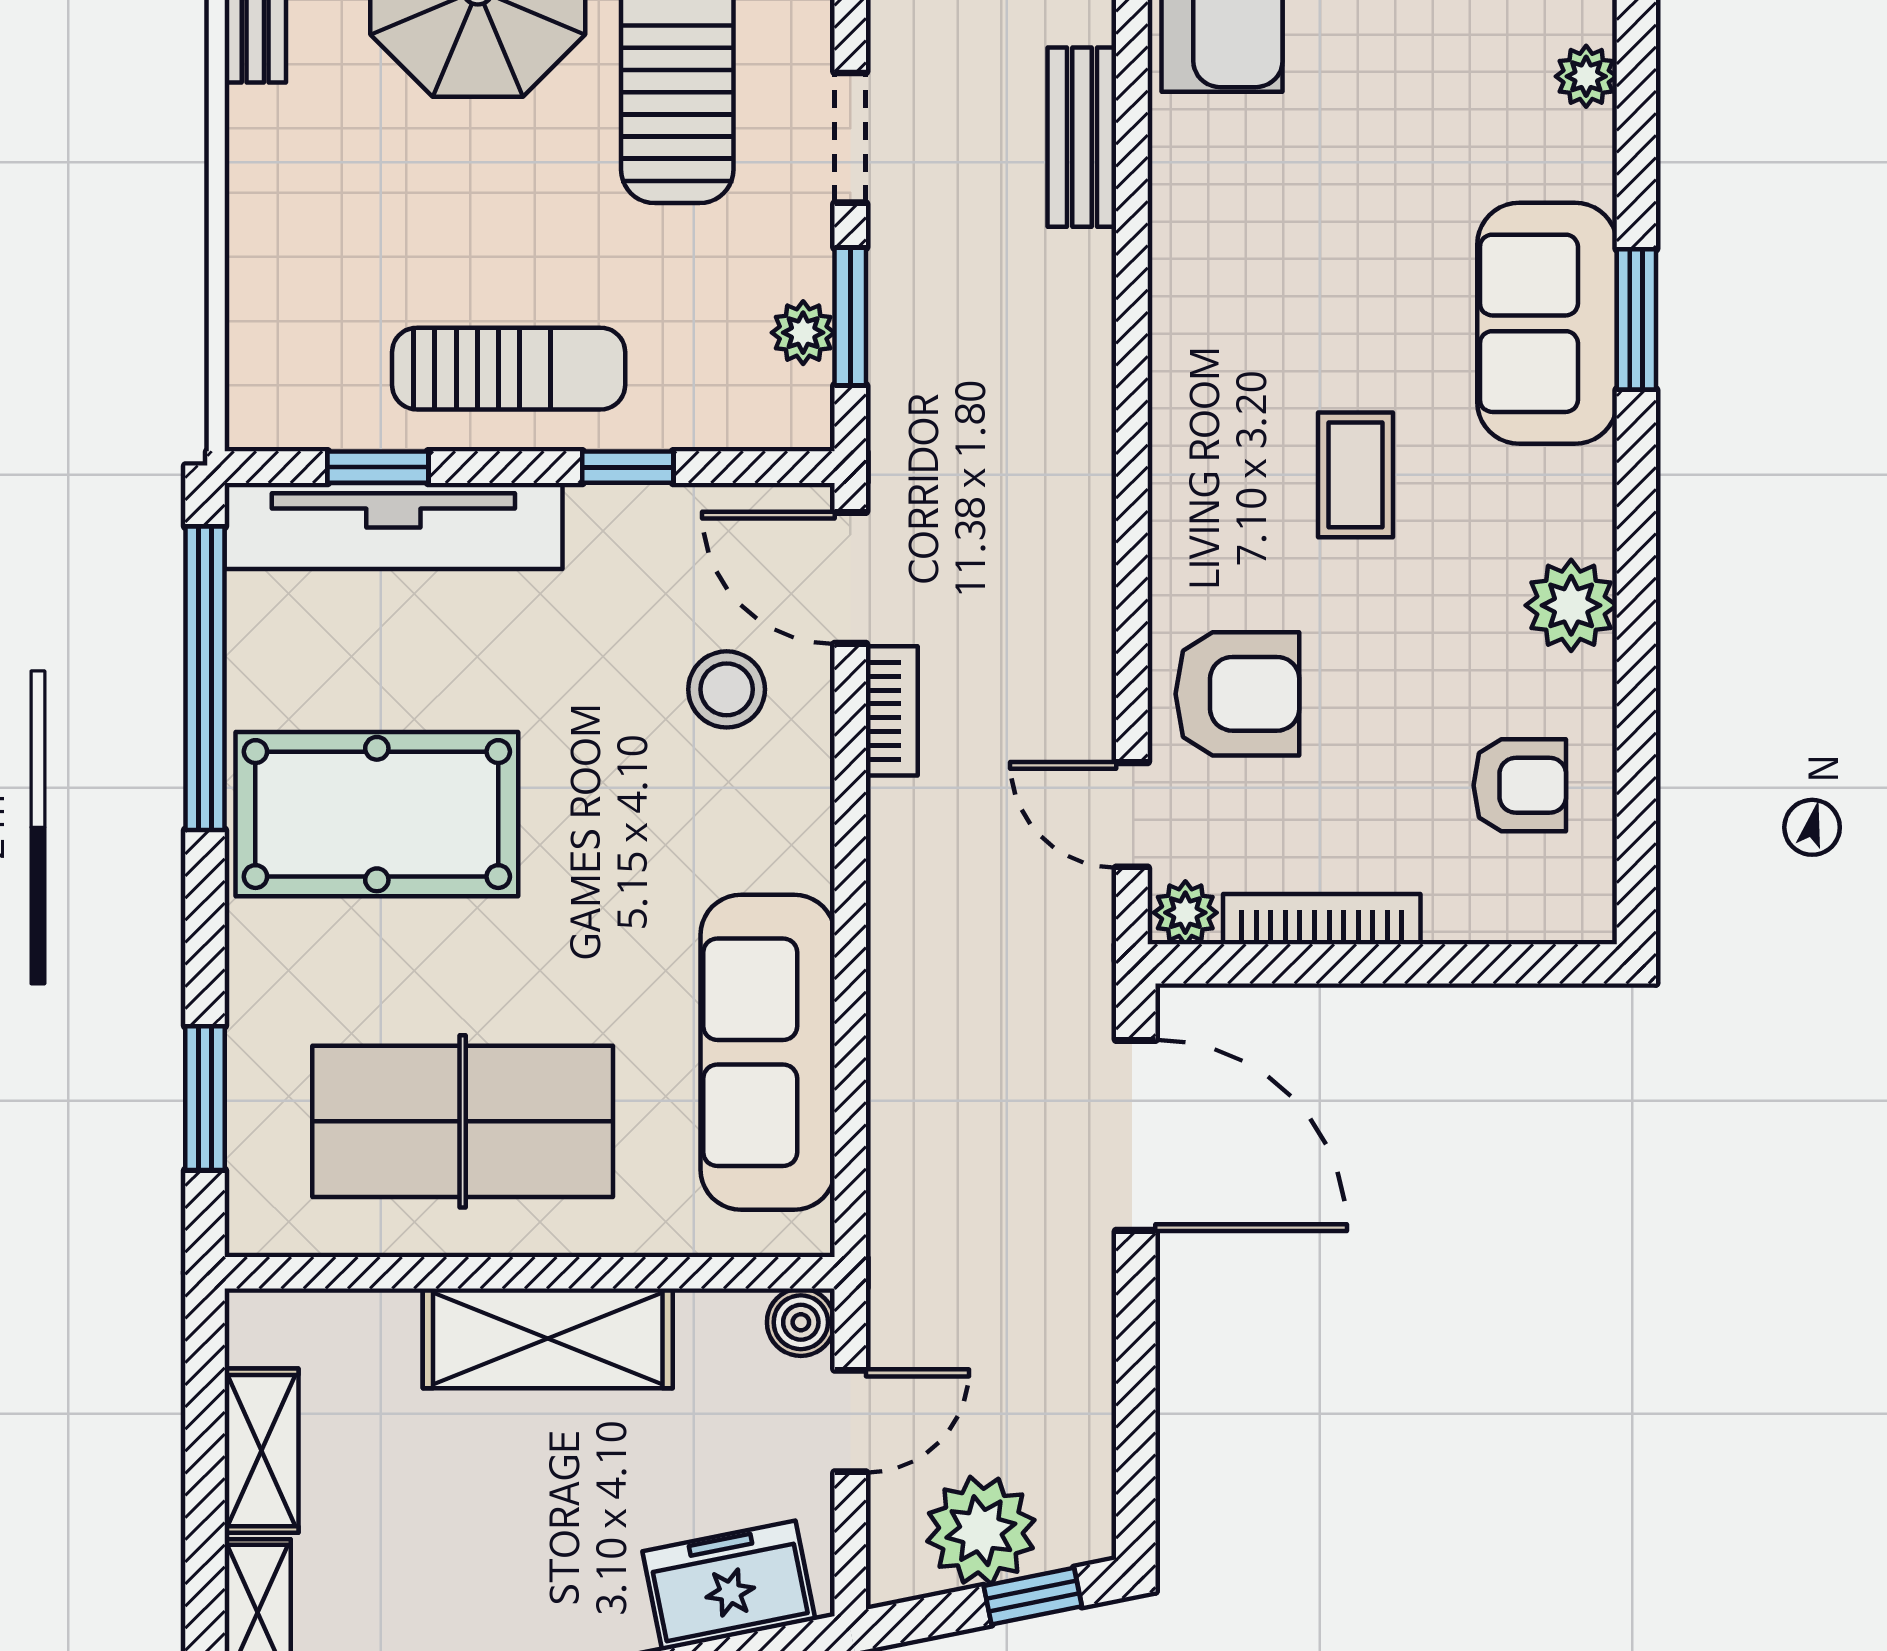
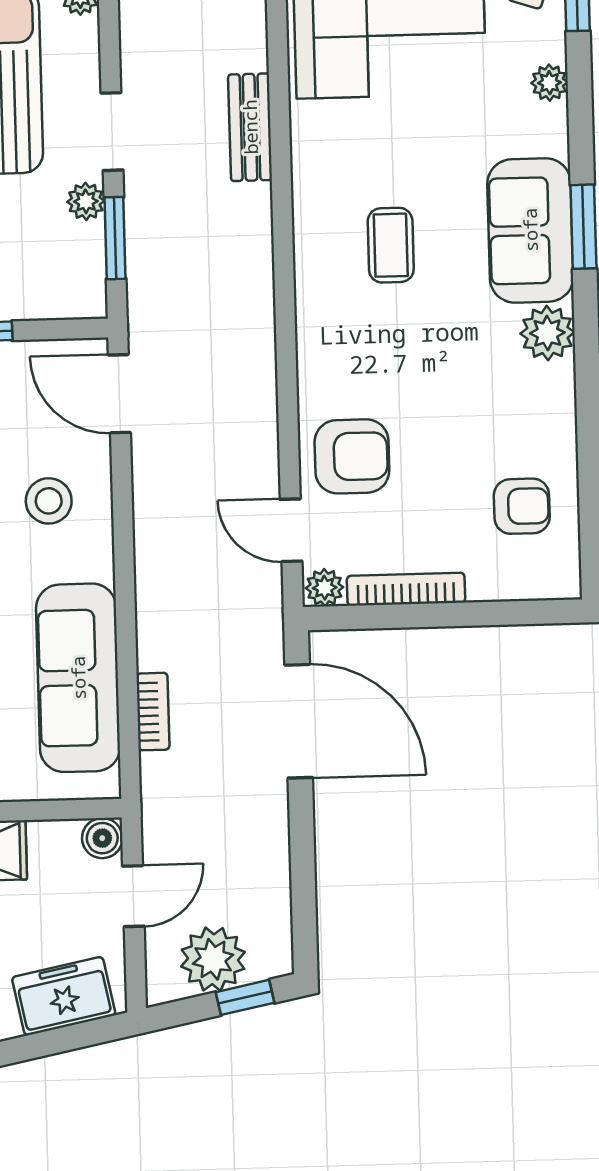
plant: (803, 333) -> (86, 201), moved
coffee table: (1355, 475) -> (391, 245), moved
plant: (1571, 605) -> (547, 333), moved
stool: (727, 689) -> (49, 501), moved
bookcase: (892, 711) -> (153, 712), moved

